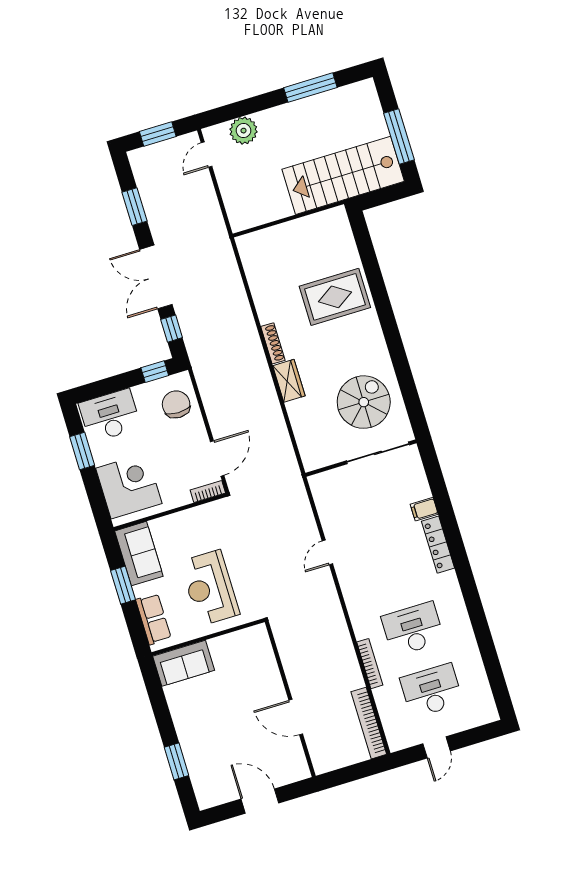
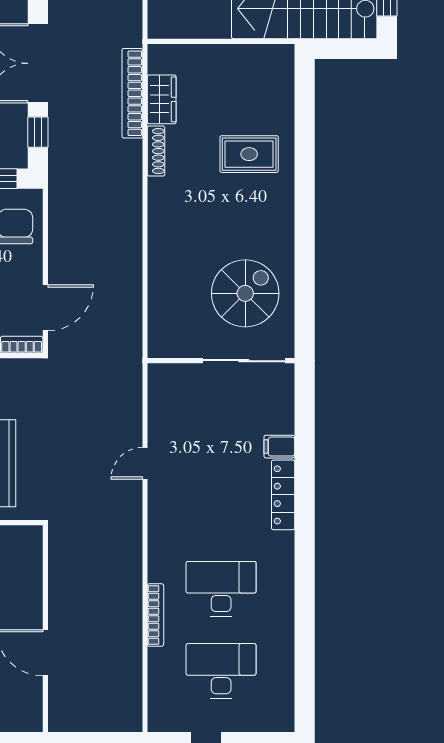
rug: (335, 297) -> (249, 154), width x0.73, depth x0.70
shoe rack: (273, 343) -> (156, 151), moved
wardrobe: (289, 381) -> (162, 99), moved
bookcase: (369, 723) -> (132, 93), moved

